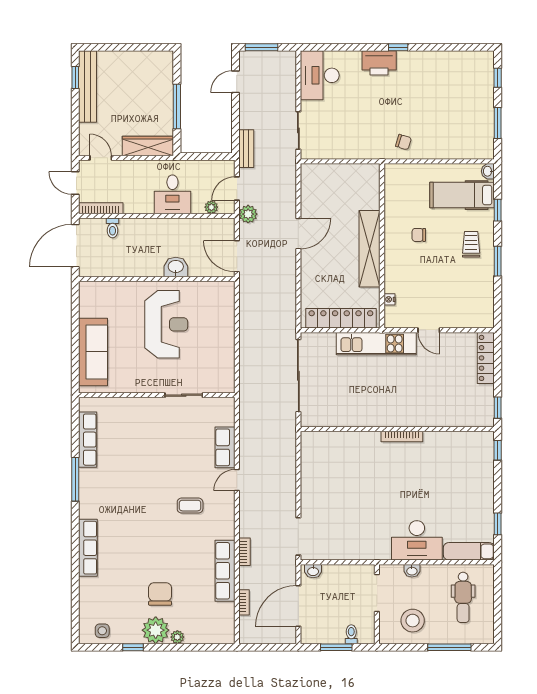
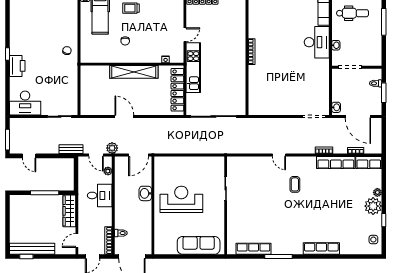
row of seats: (225, 447) -> (369, 162), moved
chair: (160, 594) -> (350, 203), removed
stool: (413, 621) -> (367, 45), removed

